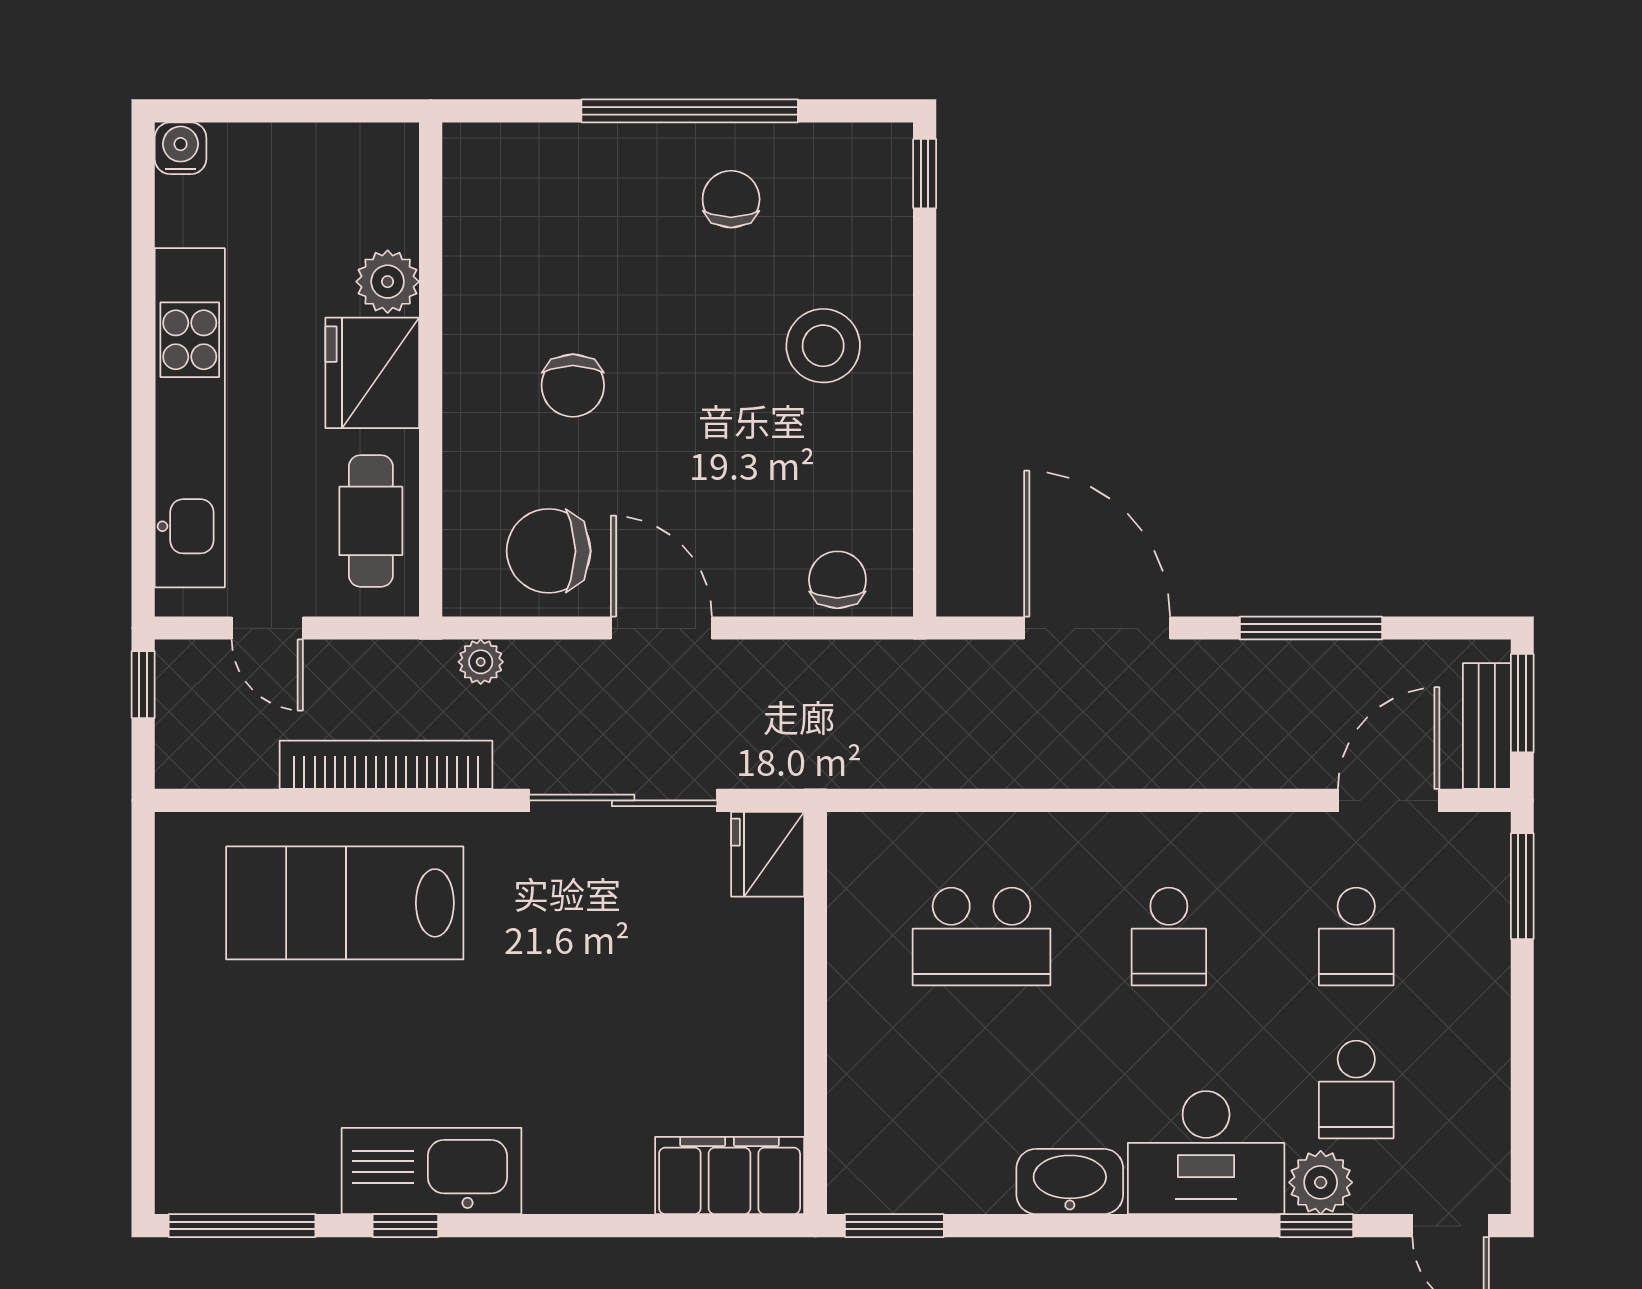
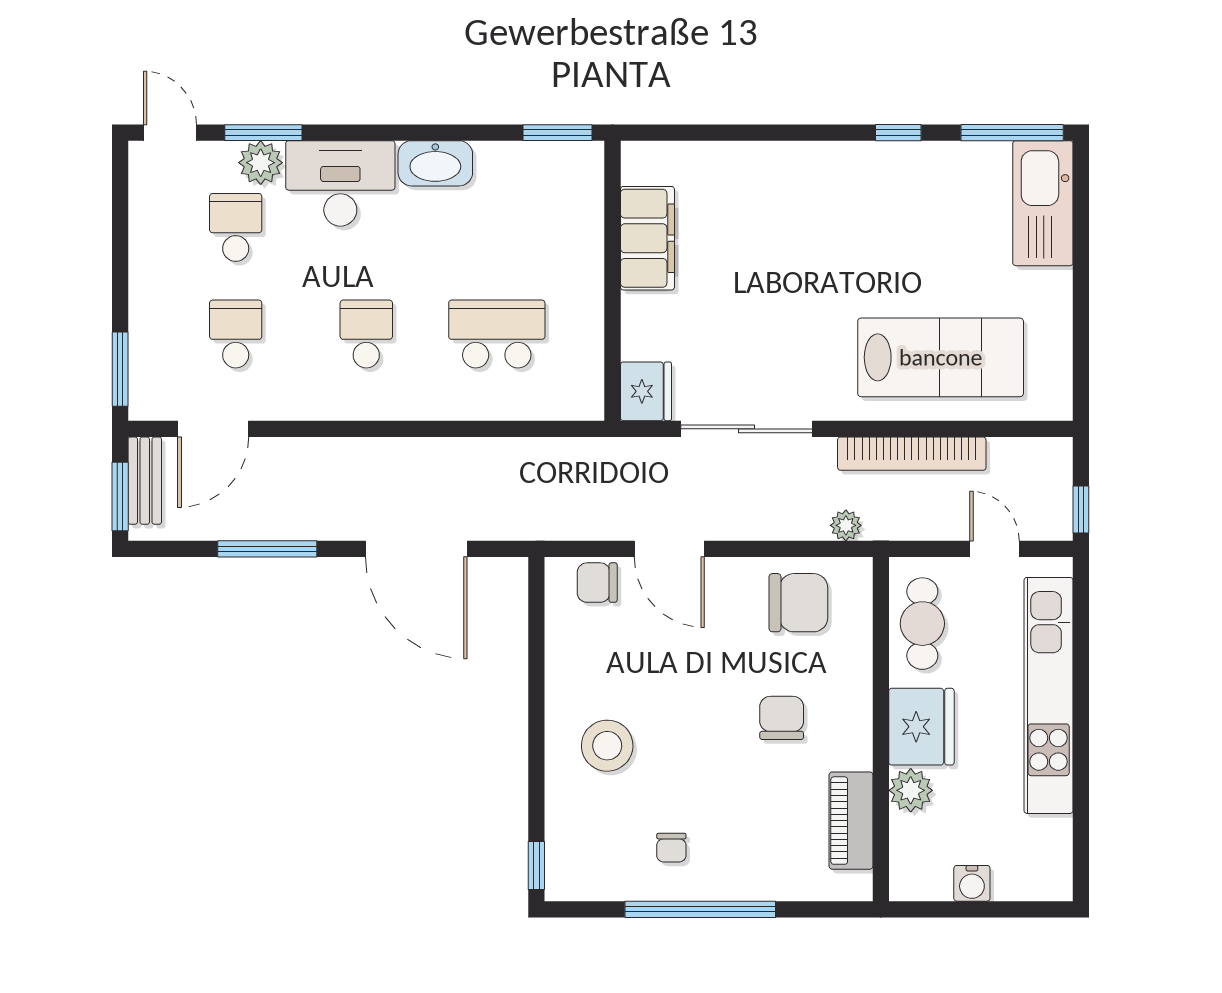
water cooler: (181, 148) -> (972, 883), moved
chair: (731, 199) -> (671, 848), width x0.73, depth x0.73
piano: (473, 238) -> (851, 821), added
chair: (837, 580) -> (597, 583), turned 90
door: (661, 628) -> (669, 549), moved
kitchen sink: (432, 1171) -> (1043, 203), moved, turned 90
filing cabinet: (730, 1175) -> (647, 238), moved, turned -90
window: (1316, 1226) -> (263, 133), width x1.50

